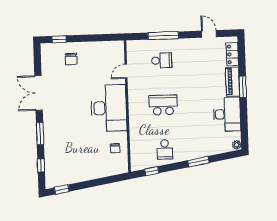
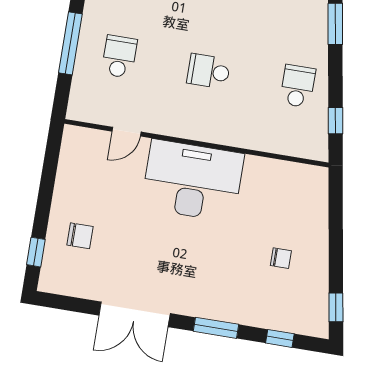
door: (126, 71) -> (126, 132), hinge flipped
school desk: (163, 105) -> (209, 71), width x0.54
chair: (115, 148) -> (281, 258), moved
school desk: (165, 149) -> (298, 86), turned -90

